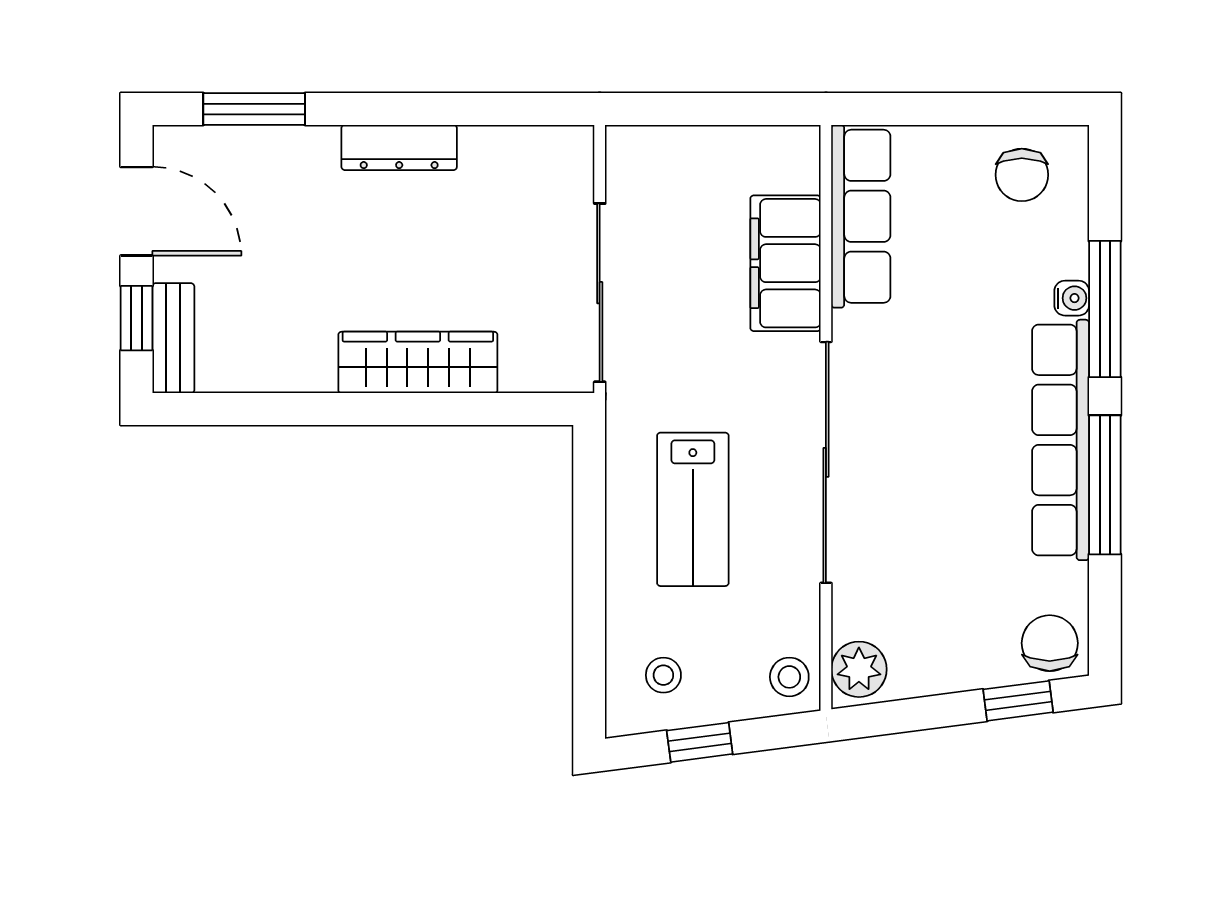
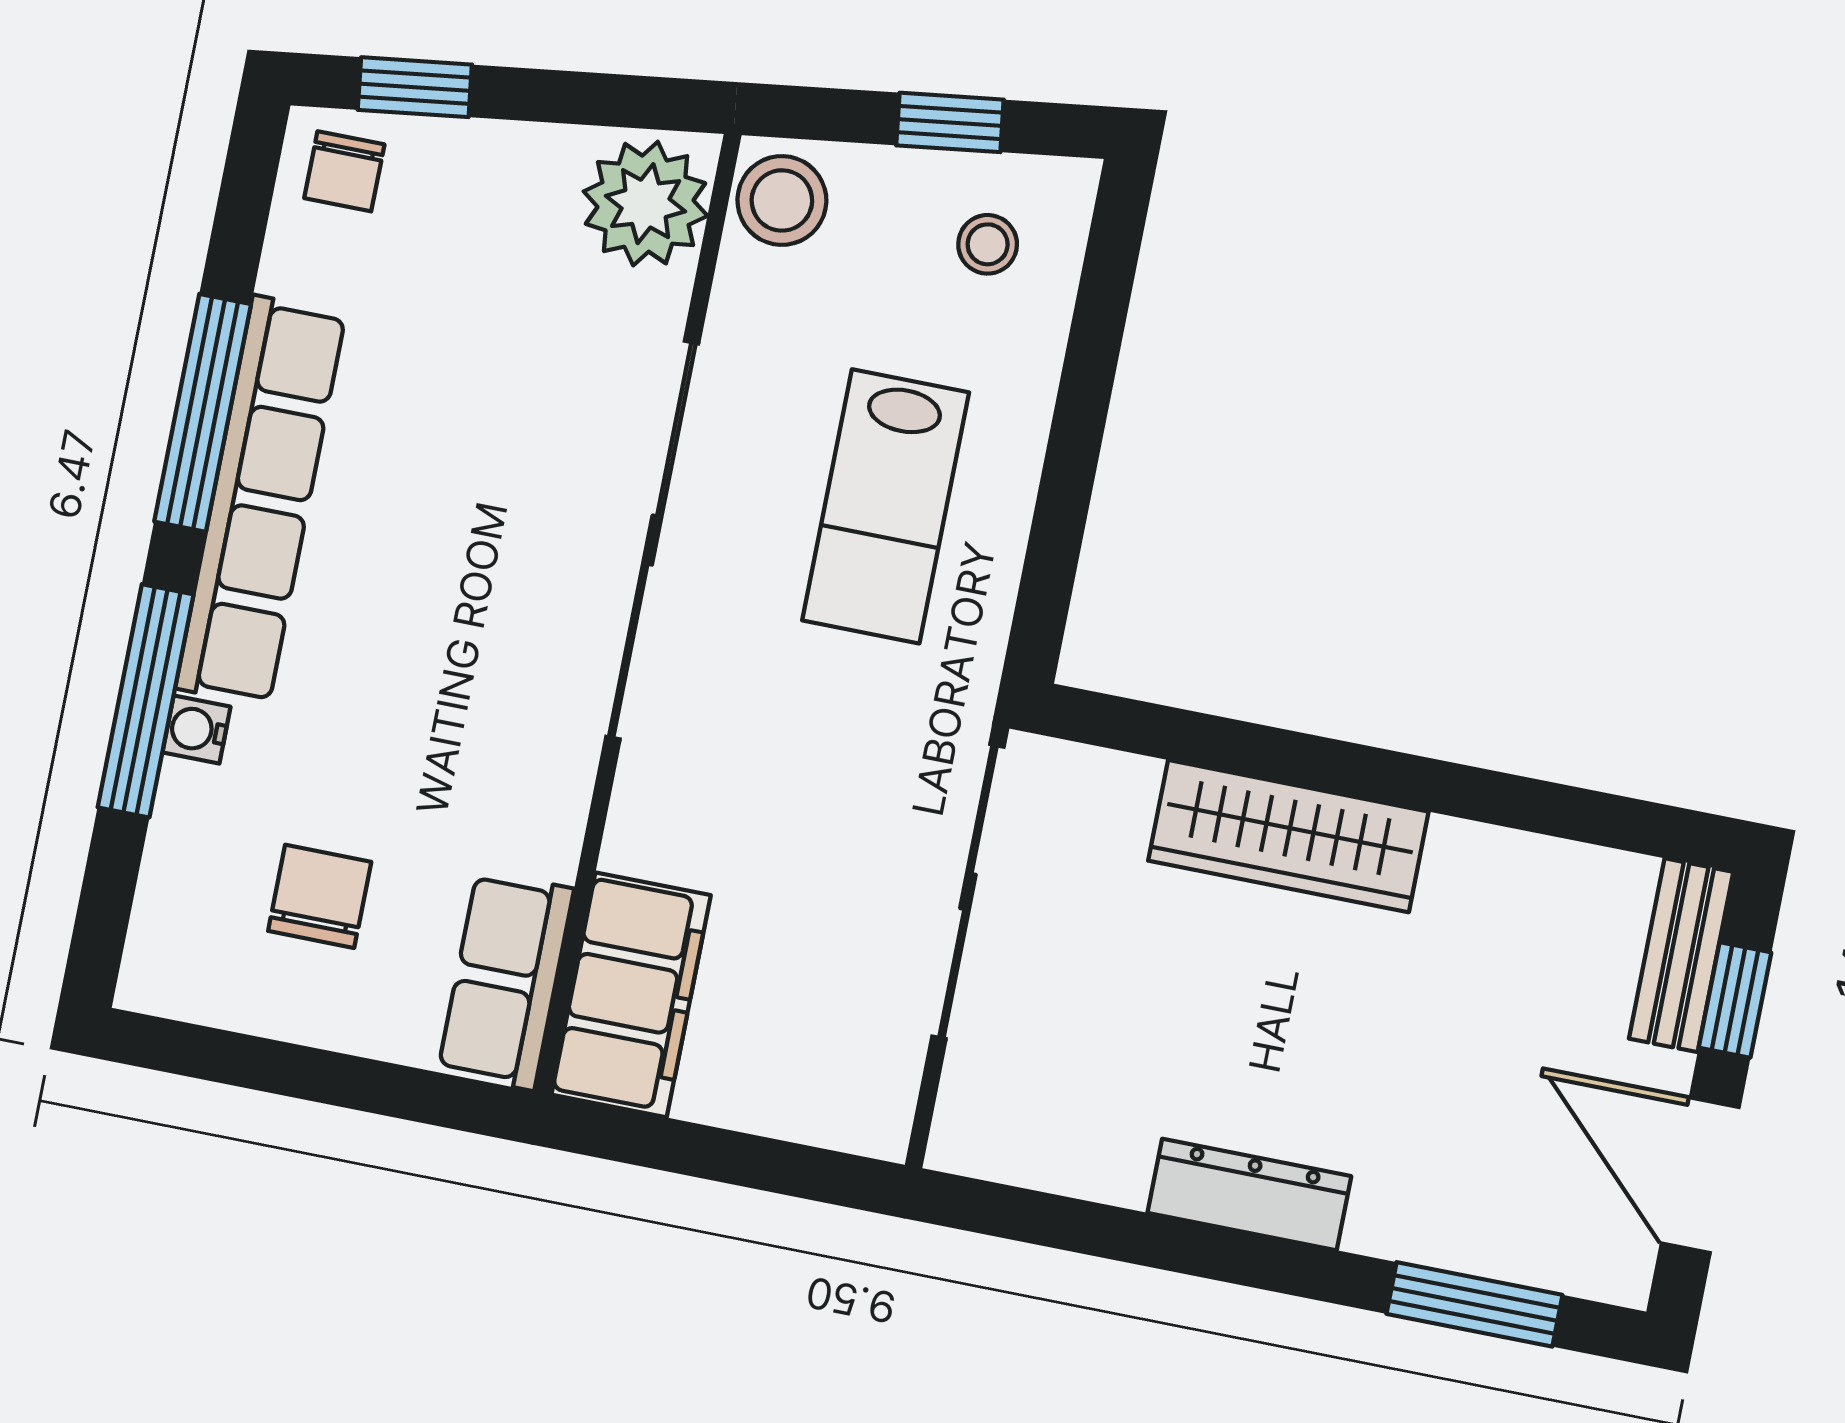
chair: (1022, 175) -> (320, 896), moved
row of seats: (861, 216) -> (506, 980), width x0.68
filing cabinet: (786, 263) -> (631, 995), moved
lab bench: (693, 509) -> (886, 506), turned 180
chair: (1050, 643) -> (344, 171), width x0.73, depth x0.73
plant: (859, 669) -> (646, 204), width x1.36, depth x1.36
stool: (789, 677) -> (782, 200), width x1.37, depth x1.37

